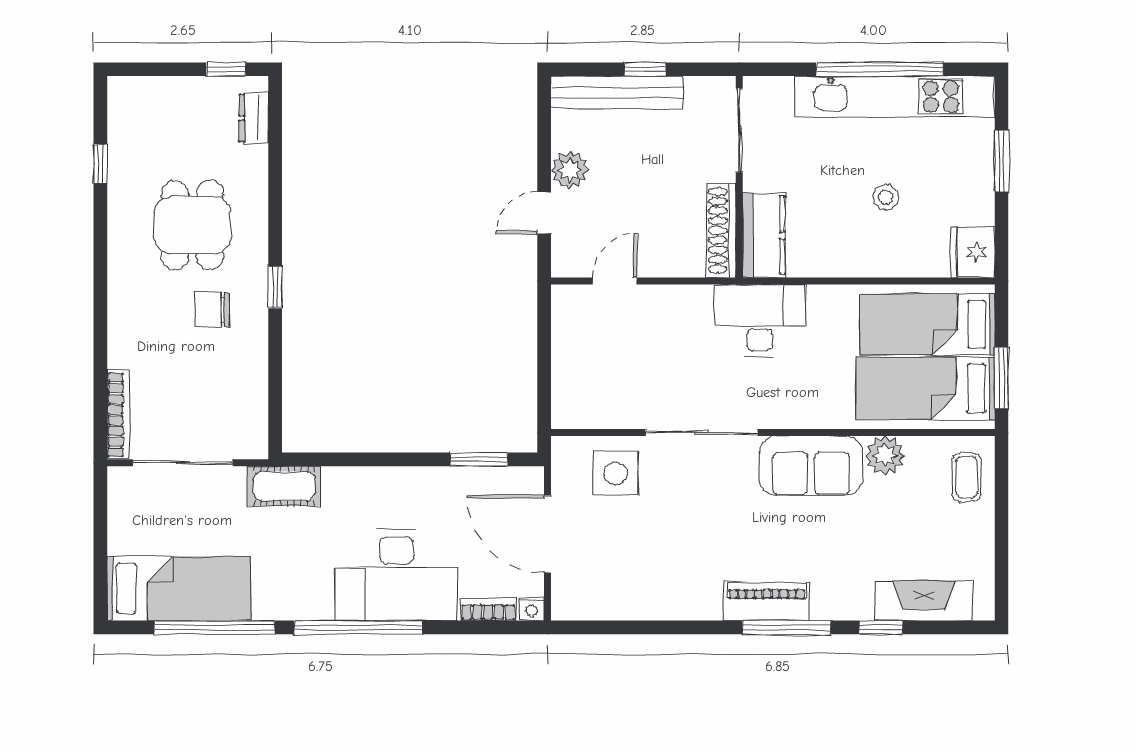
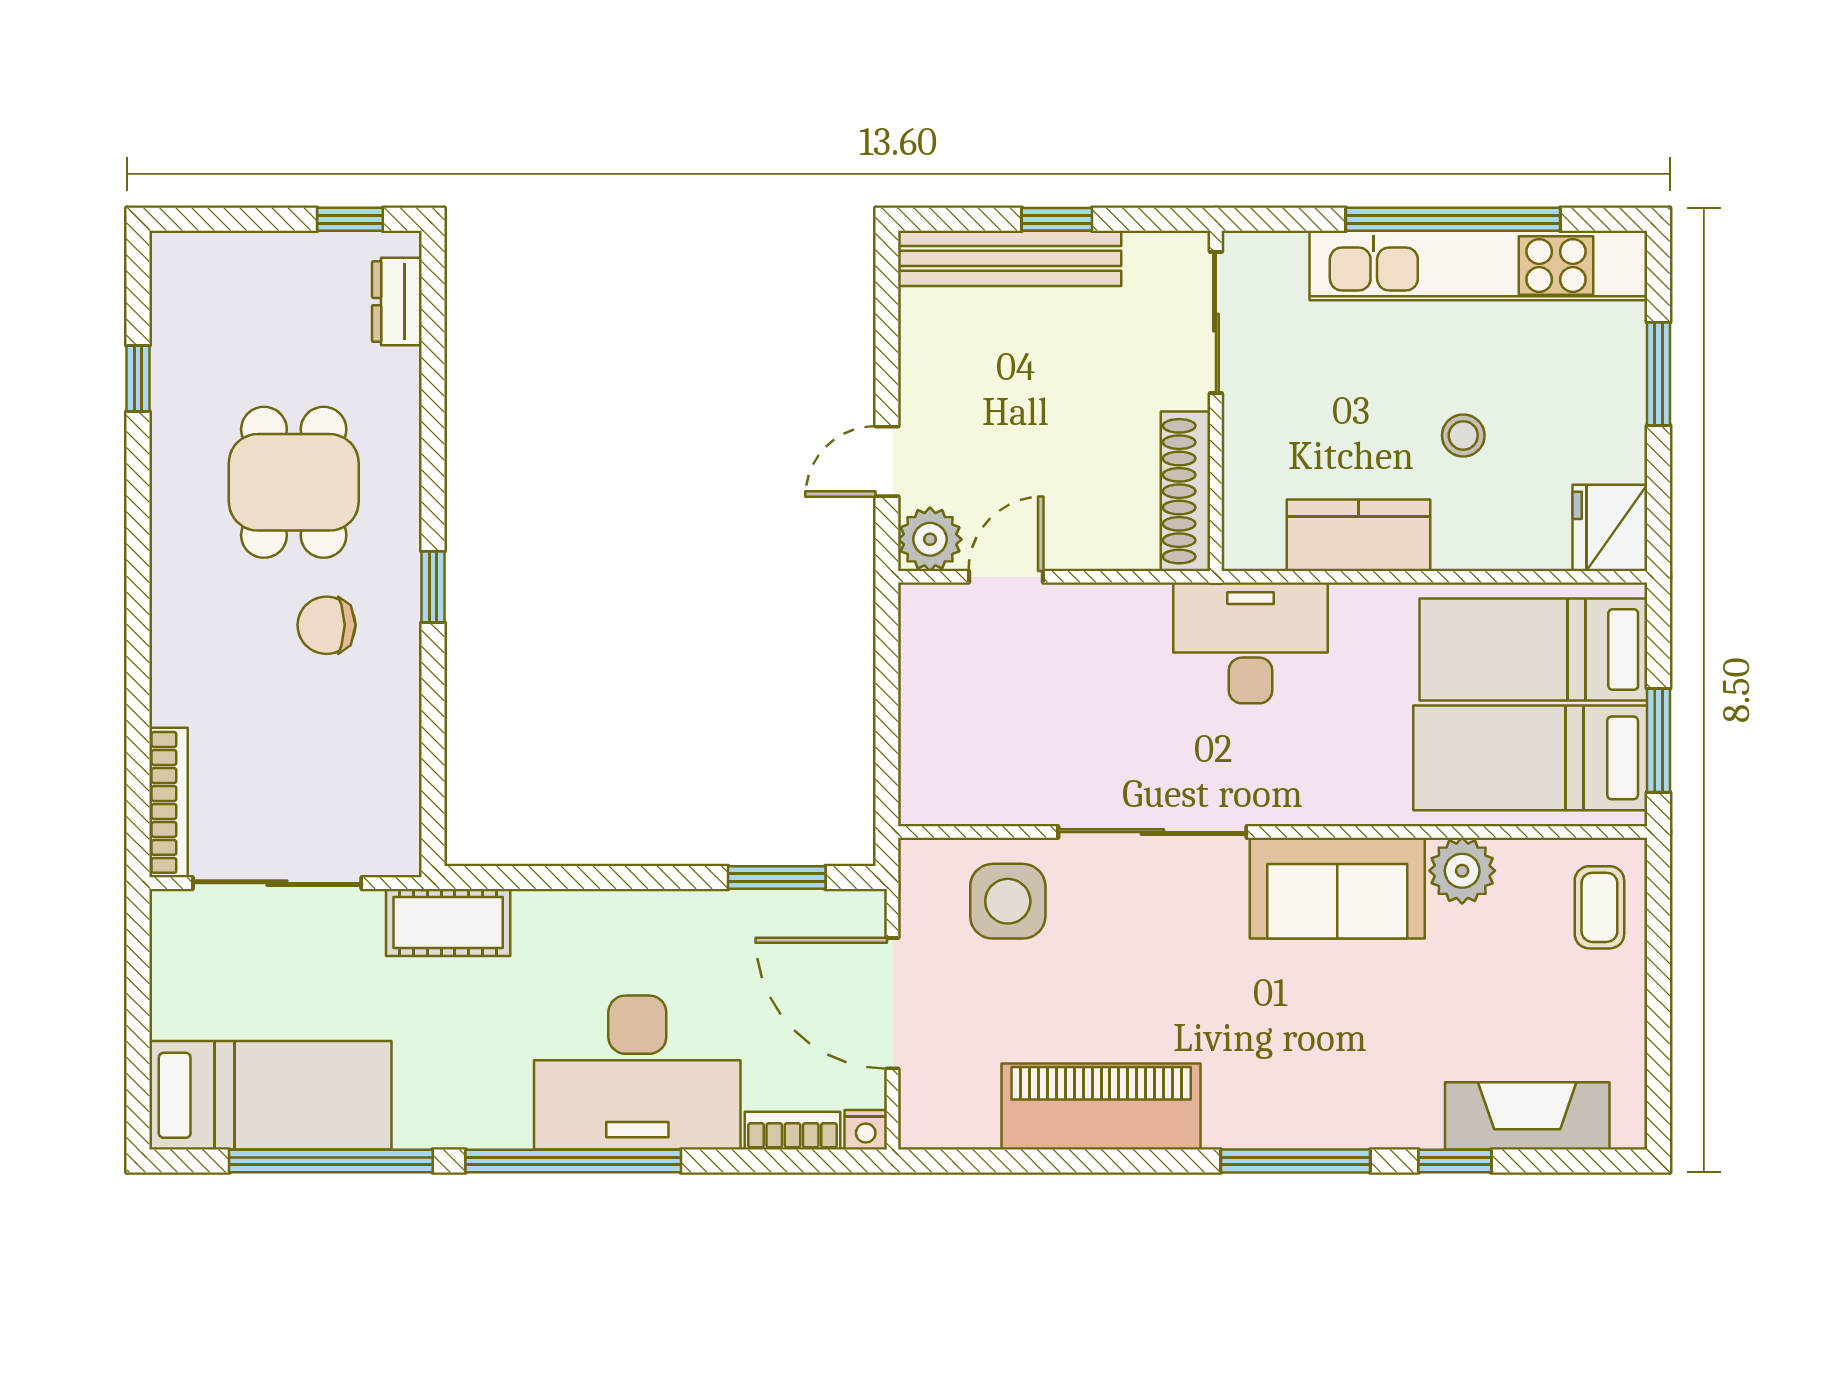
plant: (570, 170) -> (930, 539), moved
kitchen counter: (764, 235) -> (1359, 535), moved, turned -90
piano: (767, 601) -> (1101, 1107), moved, width x1.37, depth x1.33

